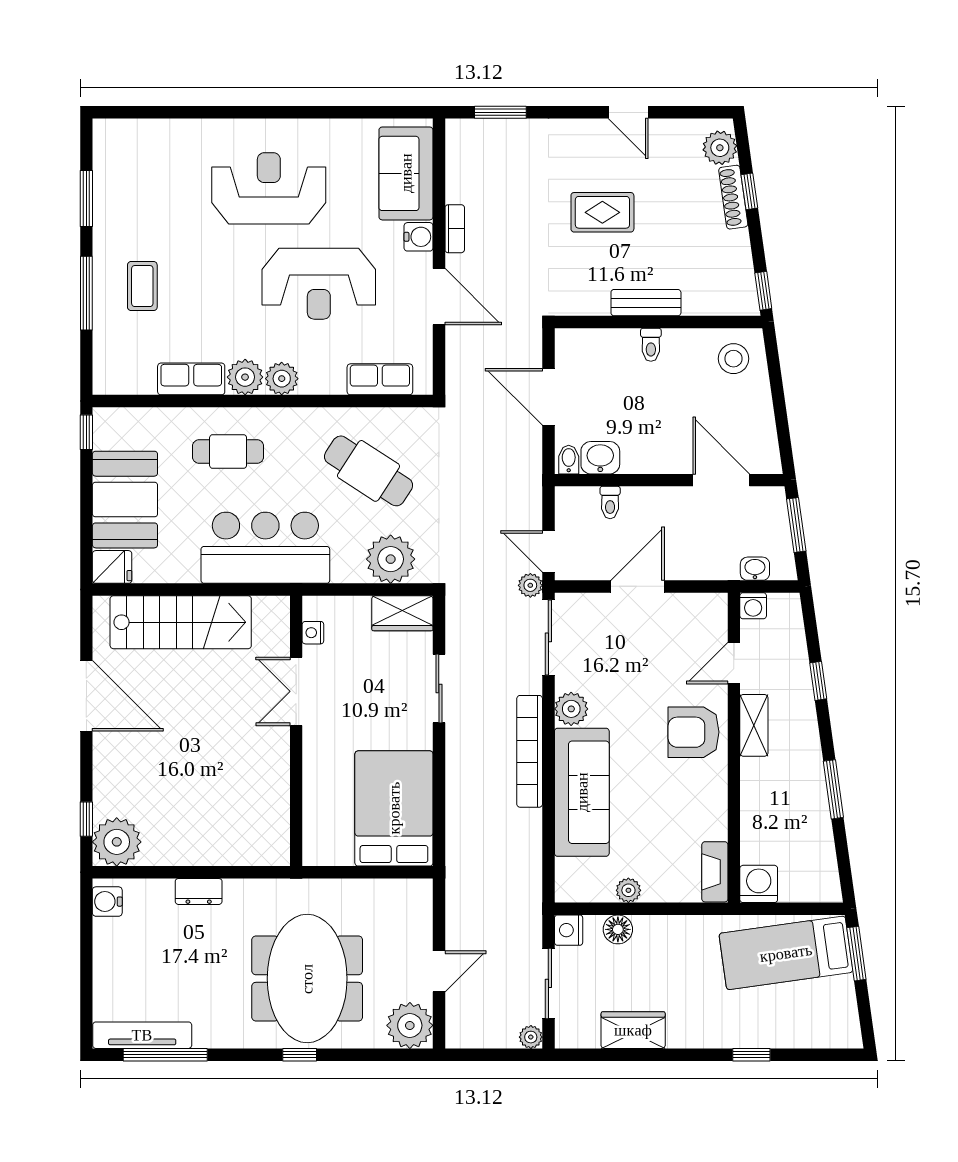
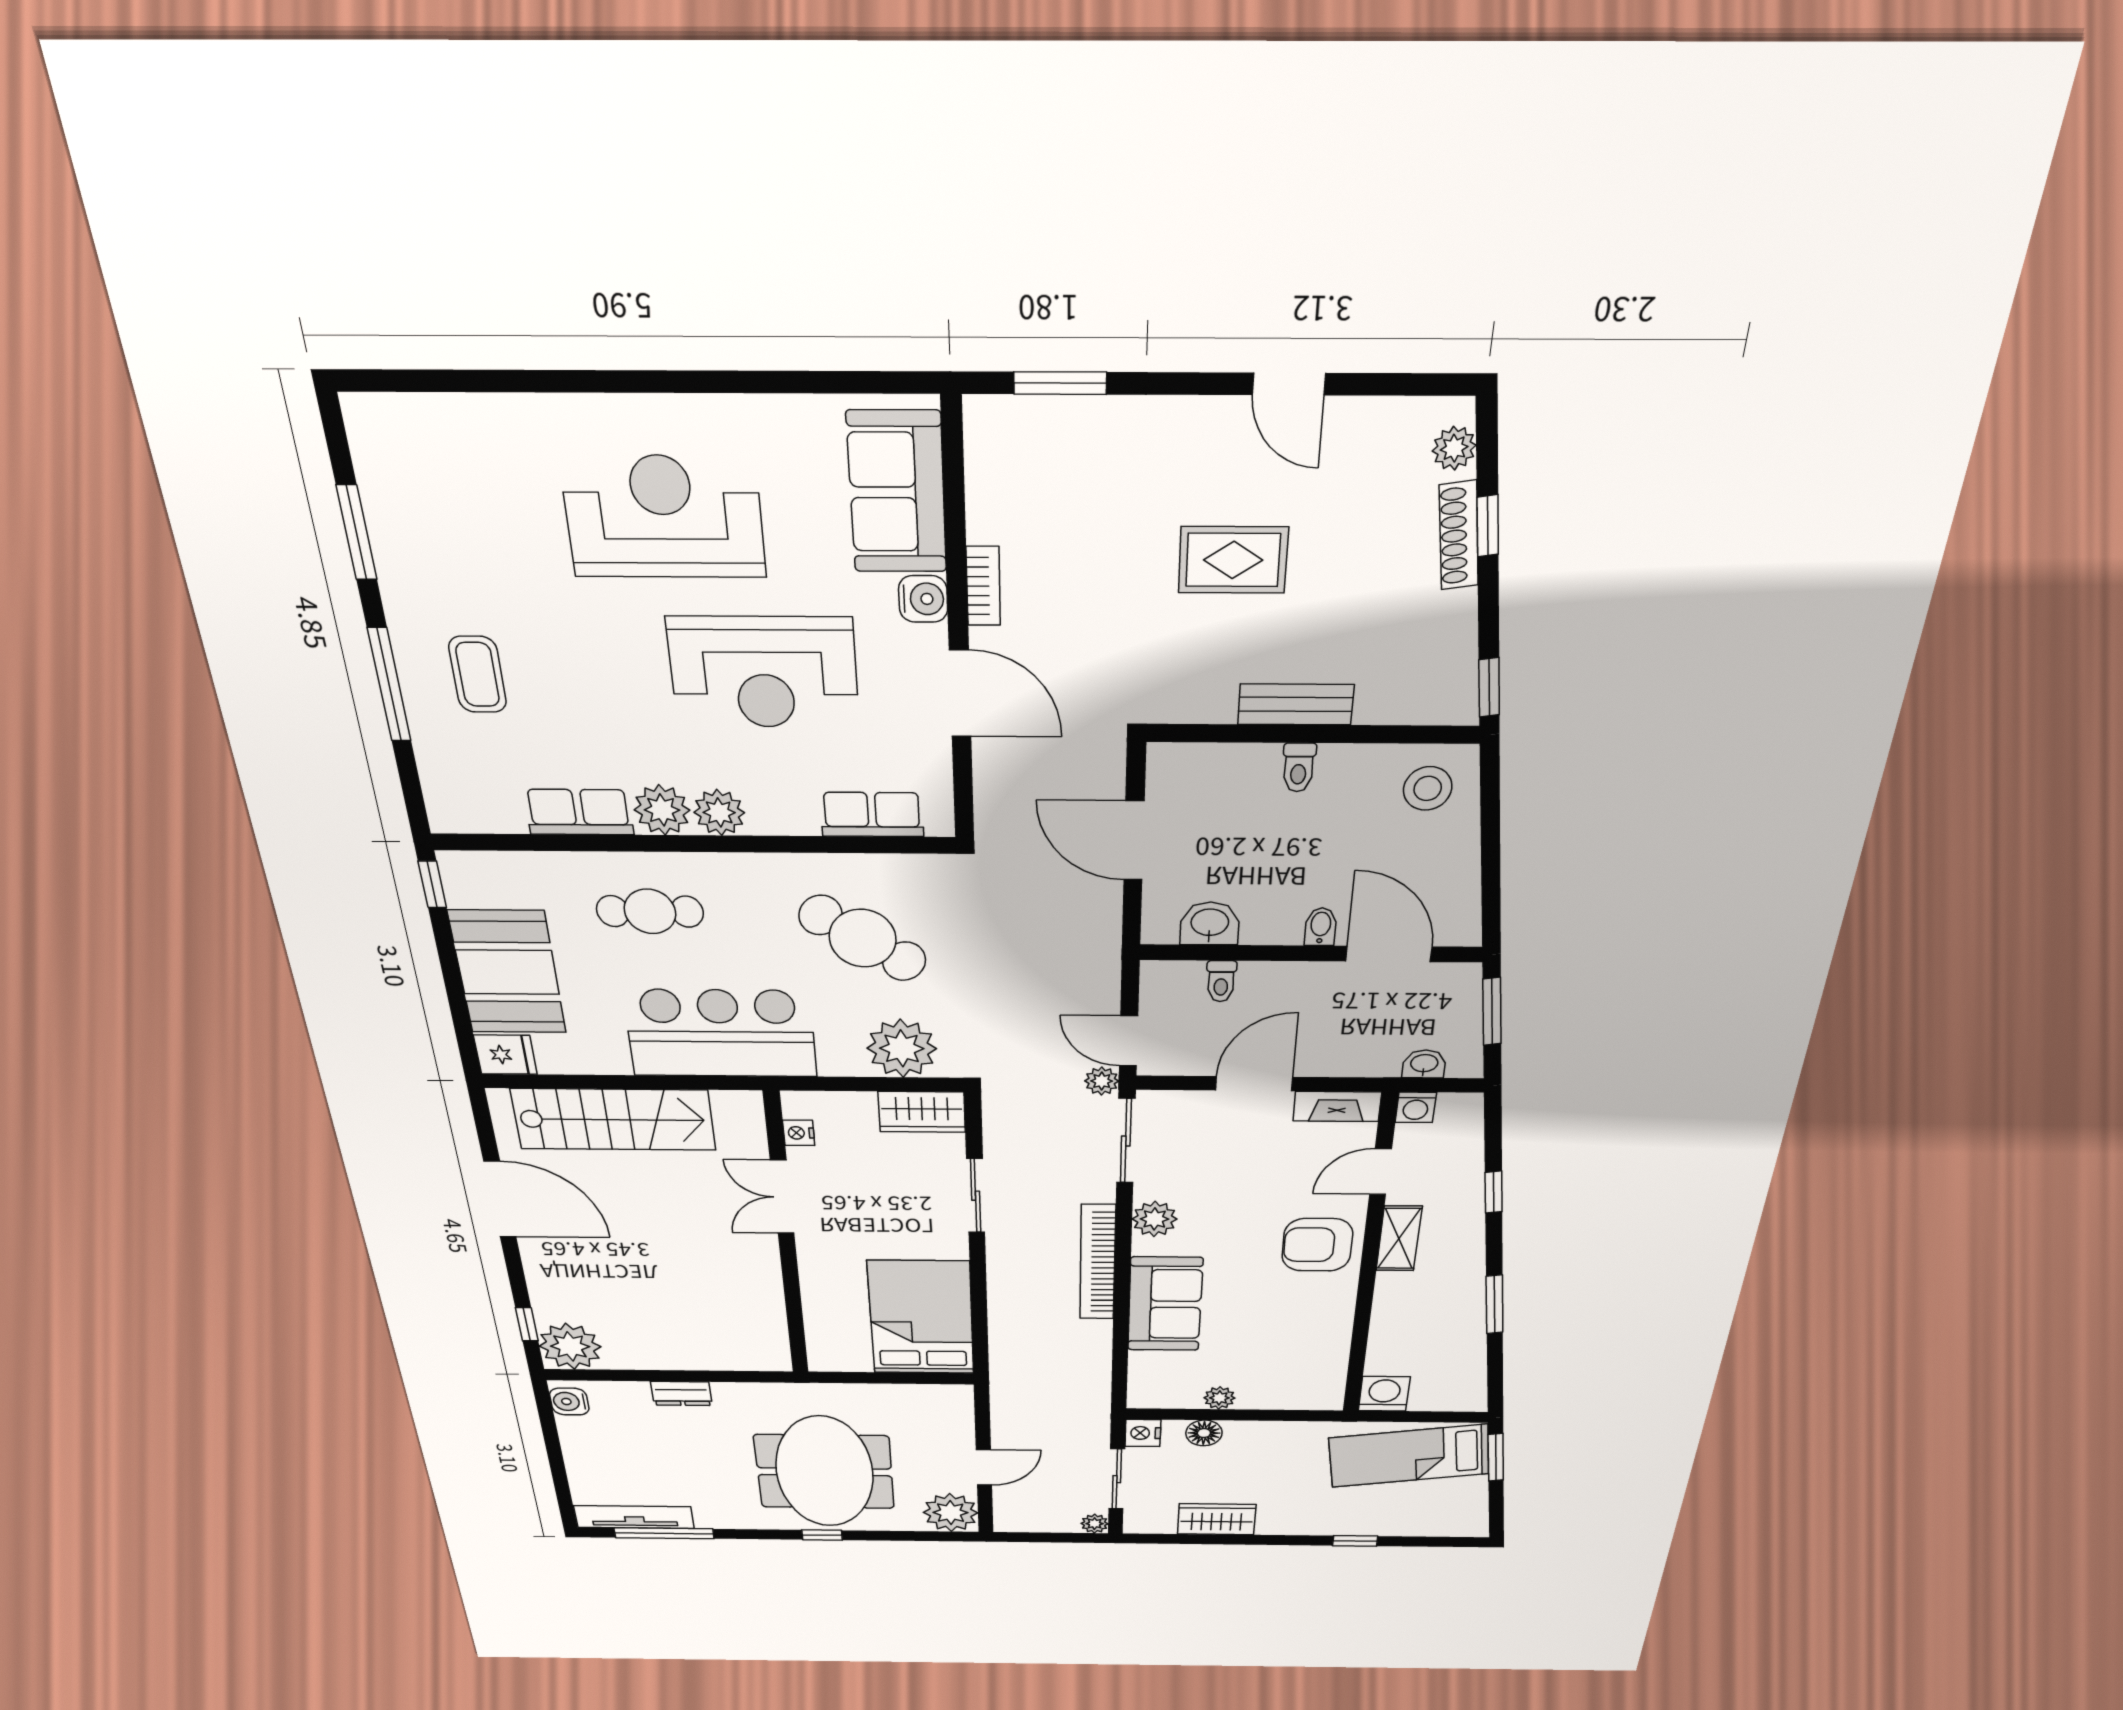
plant: (720, 148) -> (1454, 448), width x0.73, depth x0.73
bidet: (569, 460) -> (1321, 927), moved
sofa: (582, 792) -> (1165, 1304), width x0.73
fireplace: (715, 872) -> (1337, 1106), moved, turned -90

